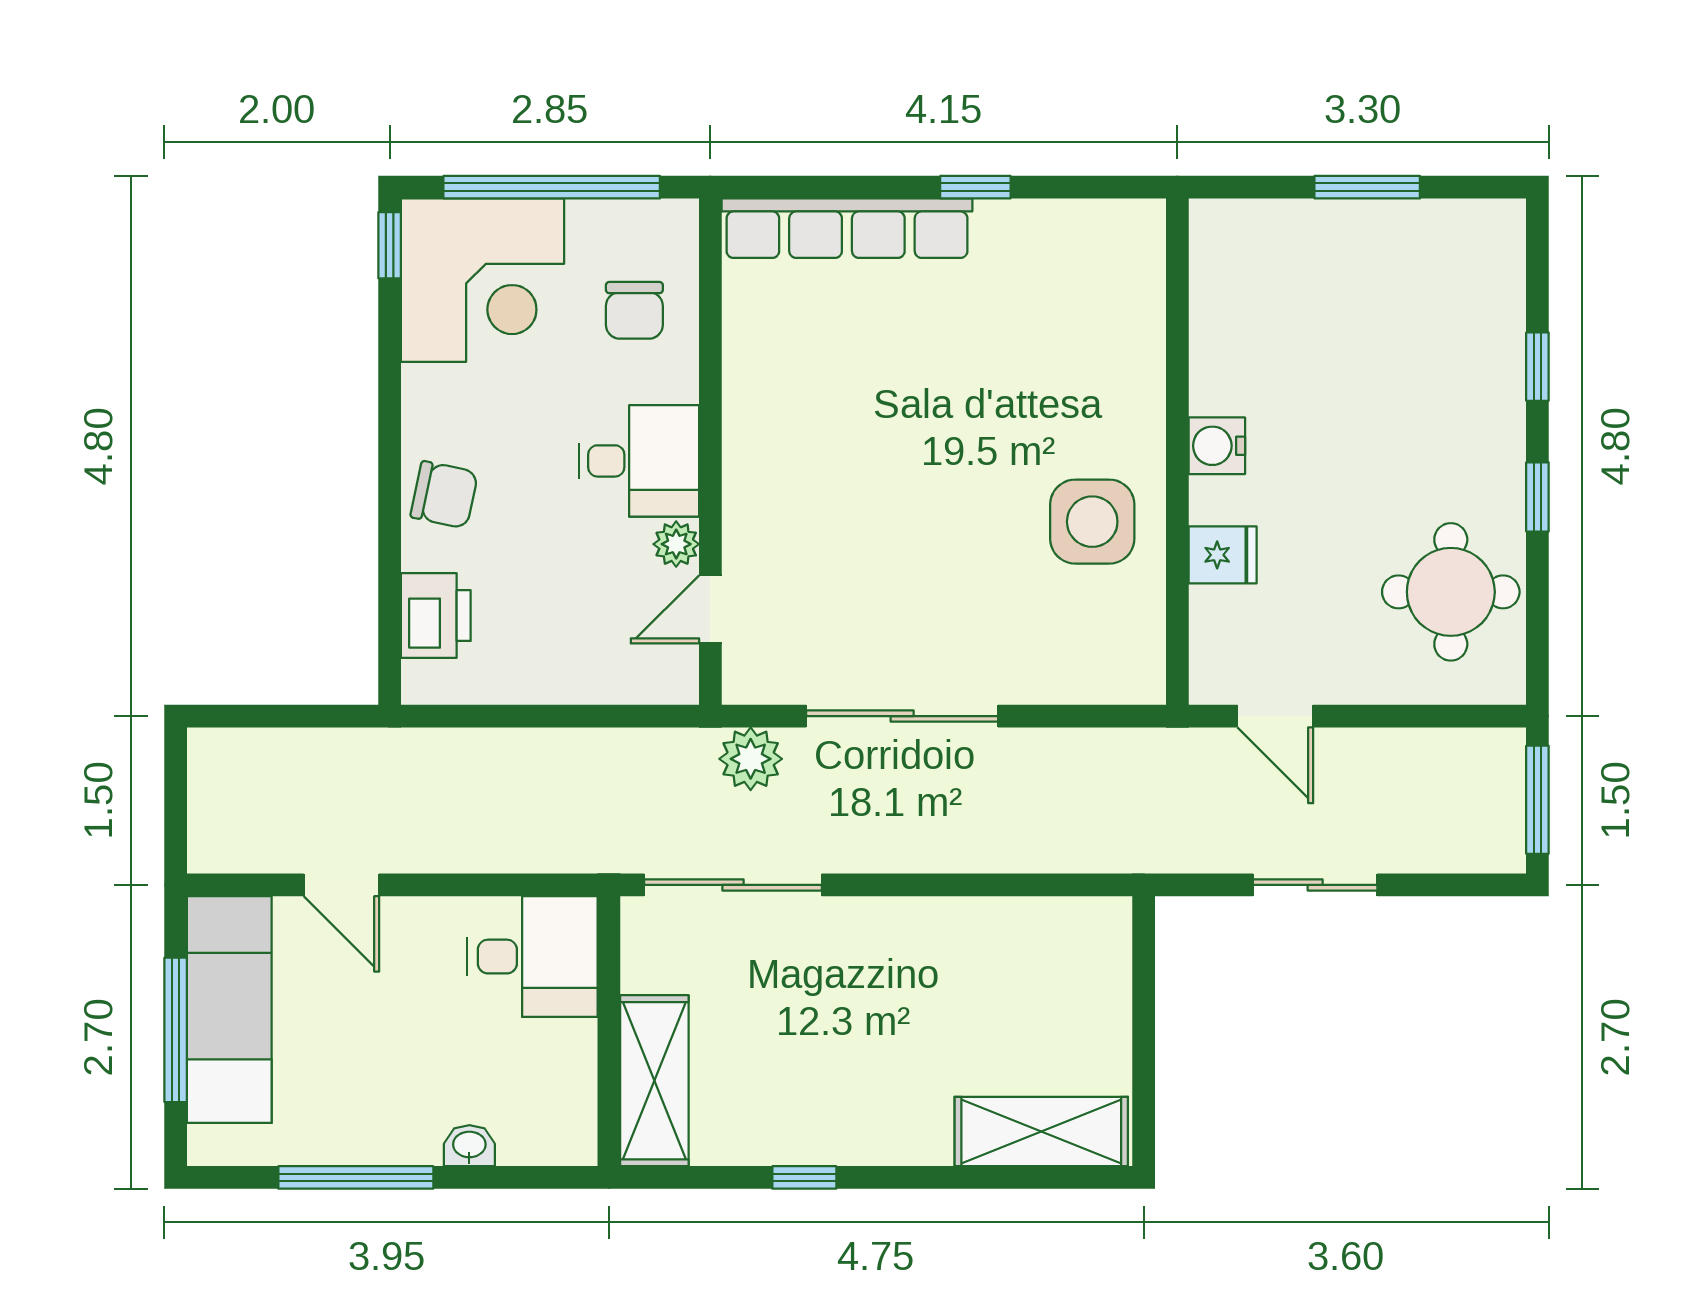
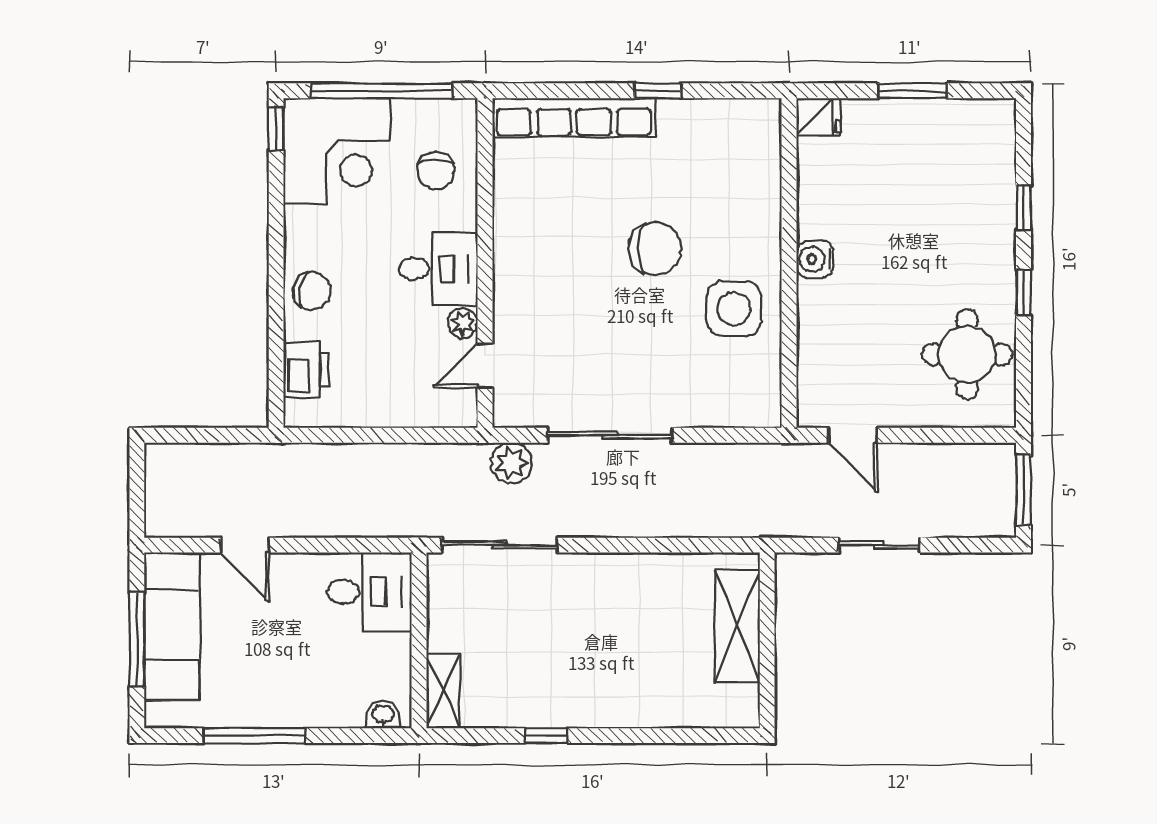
chair: (971, 430) -> (655, 249), added
fridge: (1223, 555) -> (819, 117), moved
shelving: (654, 1081) -> (443, 691), width x0.67, depth x0.75
shelving: (1041, 1132) -> (737, 626), moved, turned 90
washbasin: (469, 1146) -> (383, 715), moved

